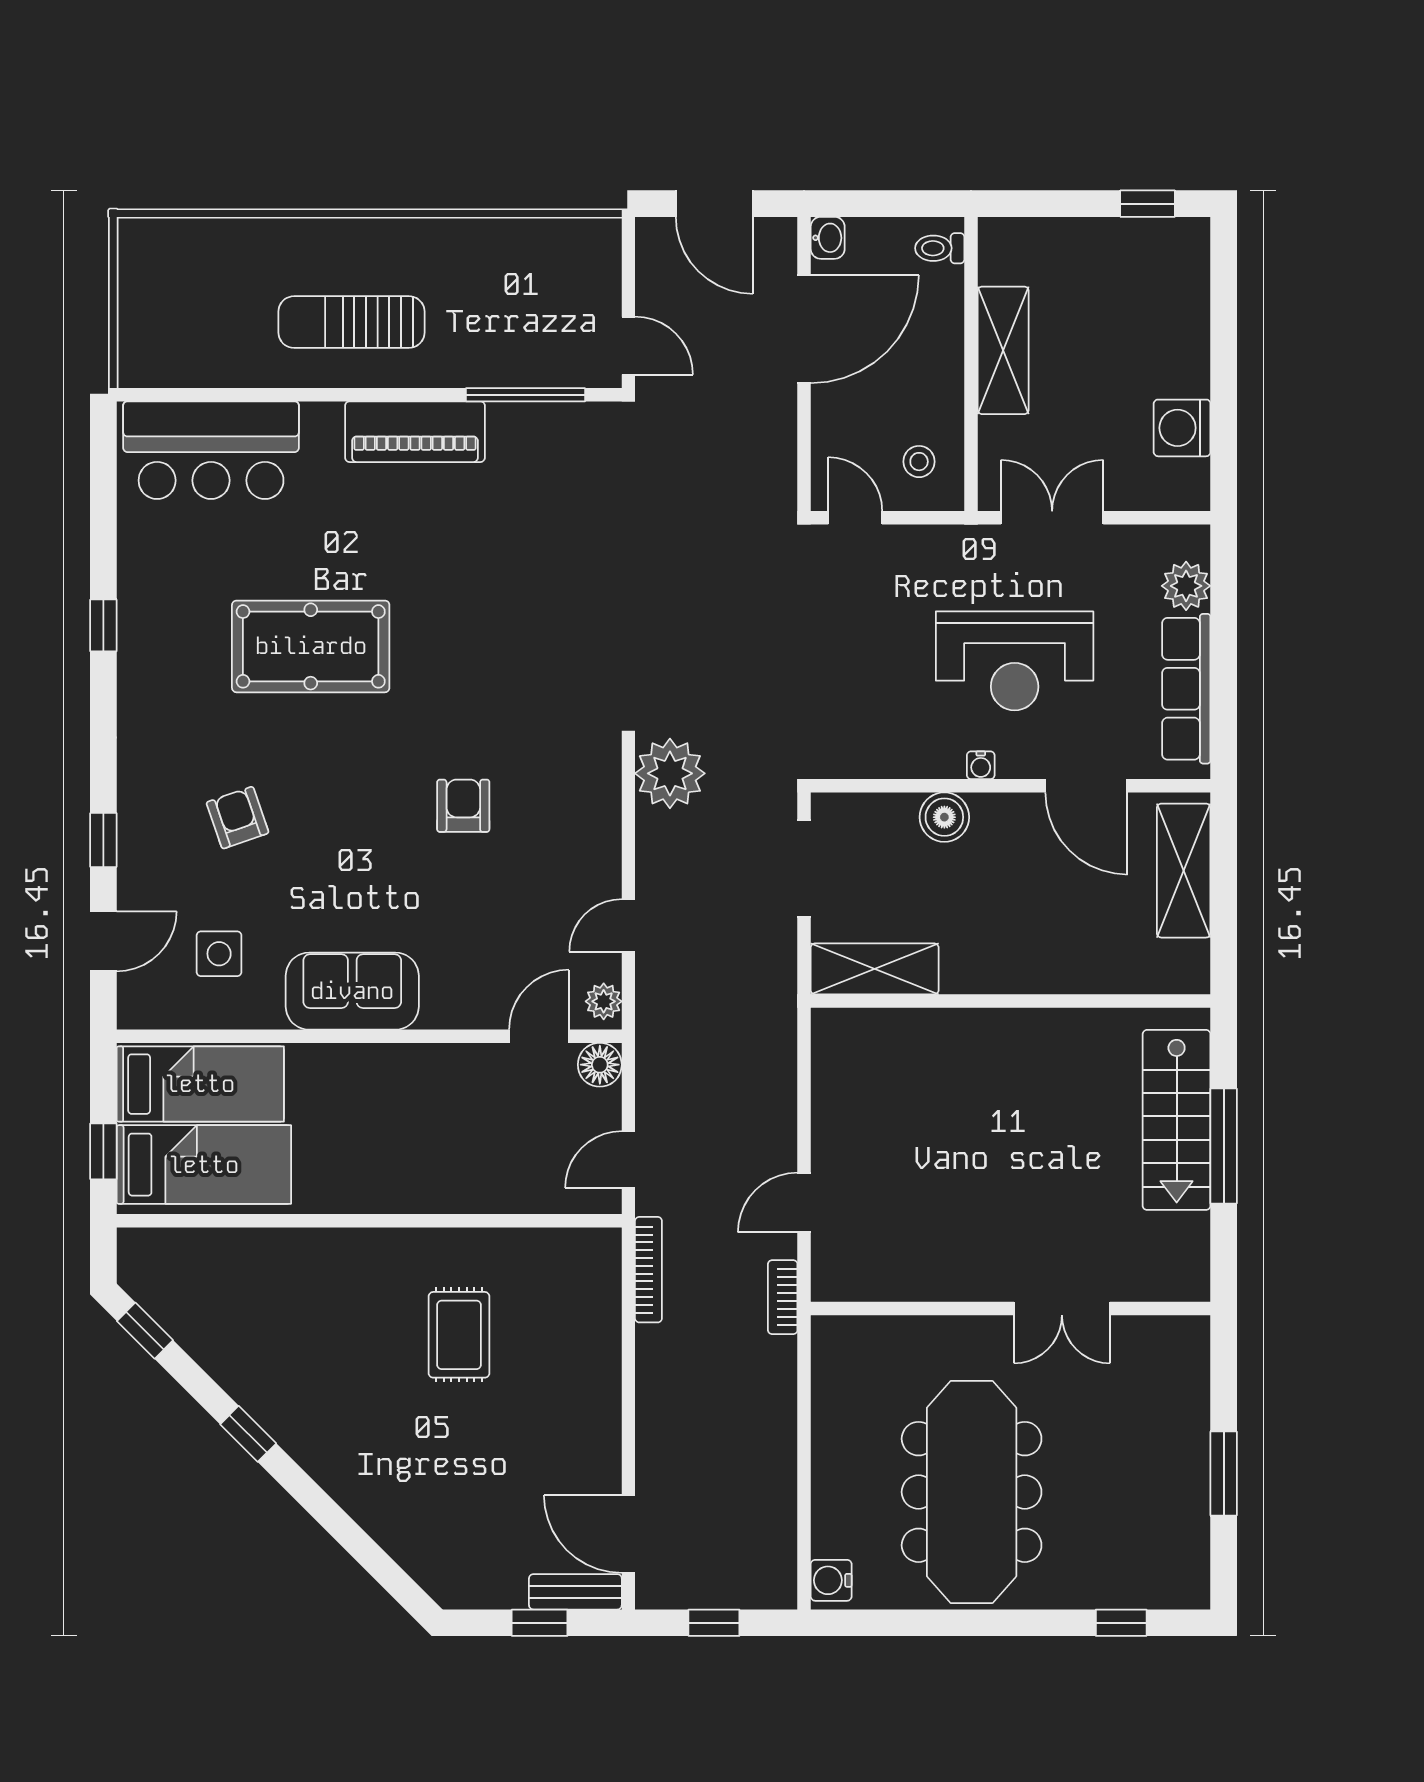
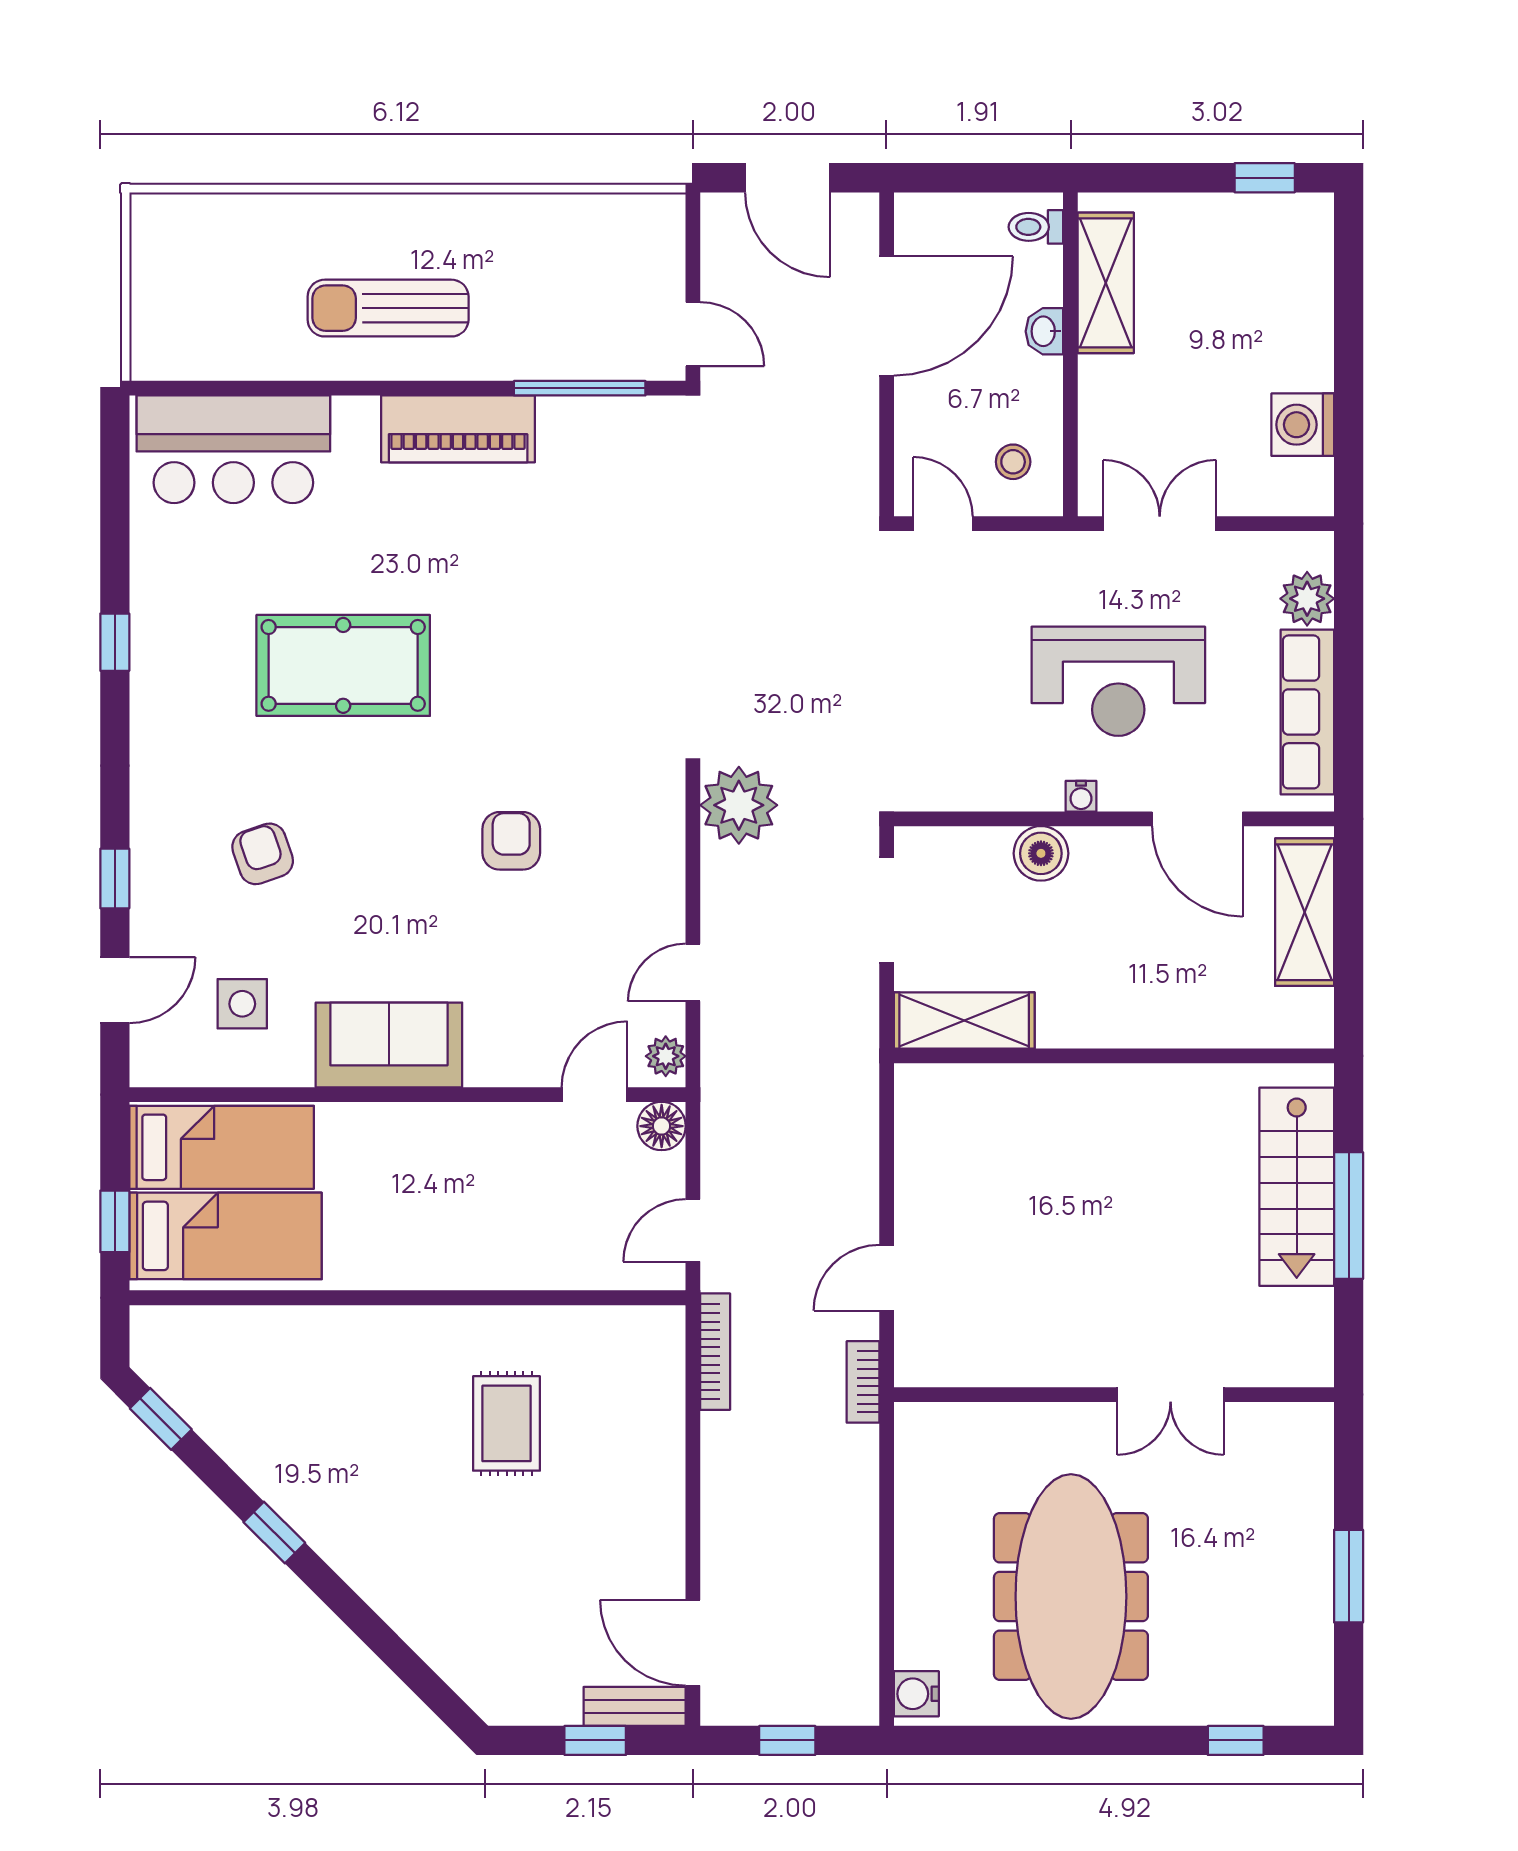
washbasin: (828, 238) -> (1044, 331), moved, turned 180
shelving: (1003, 350) -> (1106, 283), moved

